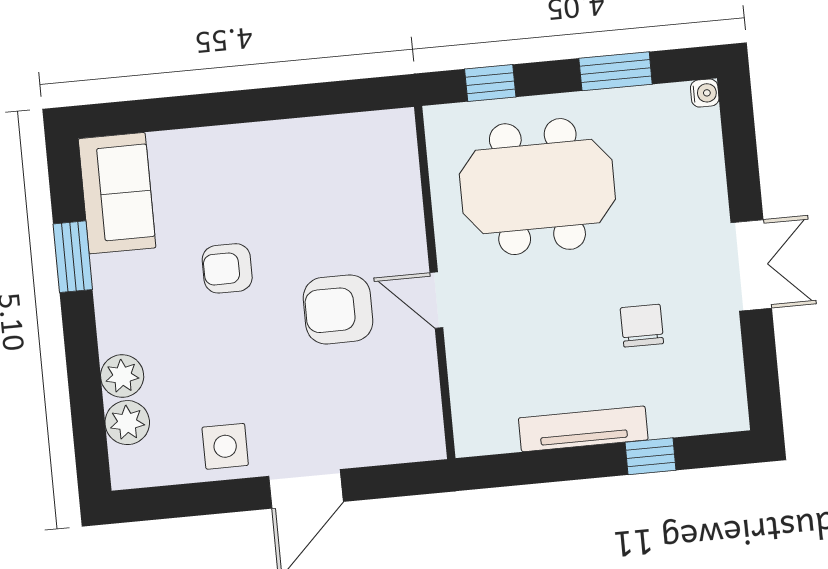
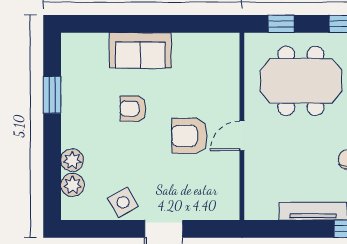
sofa: (117, 193) -> (140, 50), moved, turned 90
door: (436, 300) -> (242, 136), hinge flipped
side table: (225, 446) -> (123, 202), turned -30

